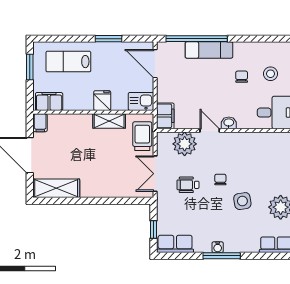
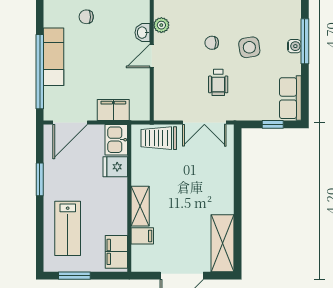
fridge: (102, 101) -> (115, 167), moved
filing cabinet: (165, 116) -> (113, 110), moved
shelving: (109, 121) -> (140, 206), moved
filing cabinet: (40, 123) -> (142, 236), moved
plant: (185, 144) -> (161, 25), moved, width x0.53, depth x0.53
side table: (242, 201) -> (249, 47), moved

